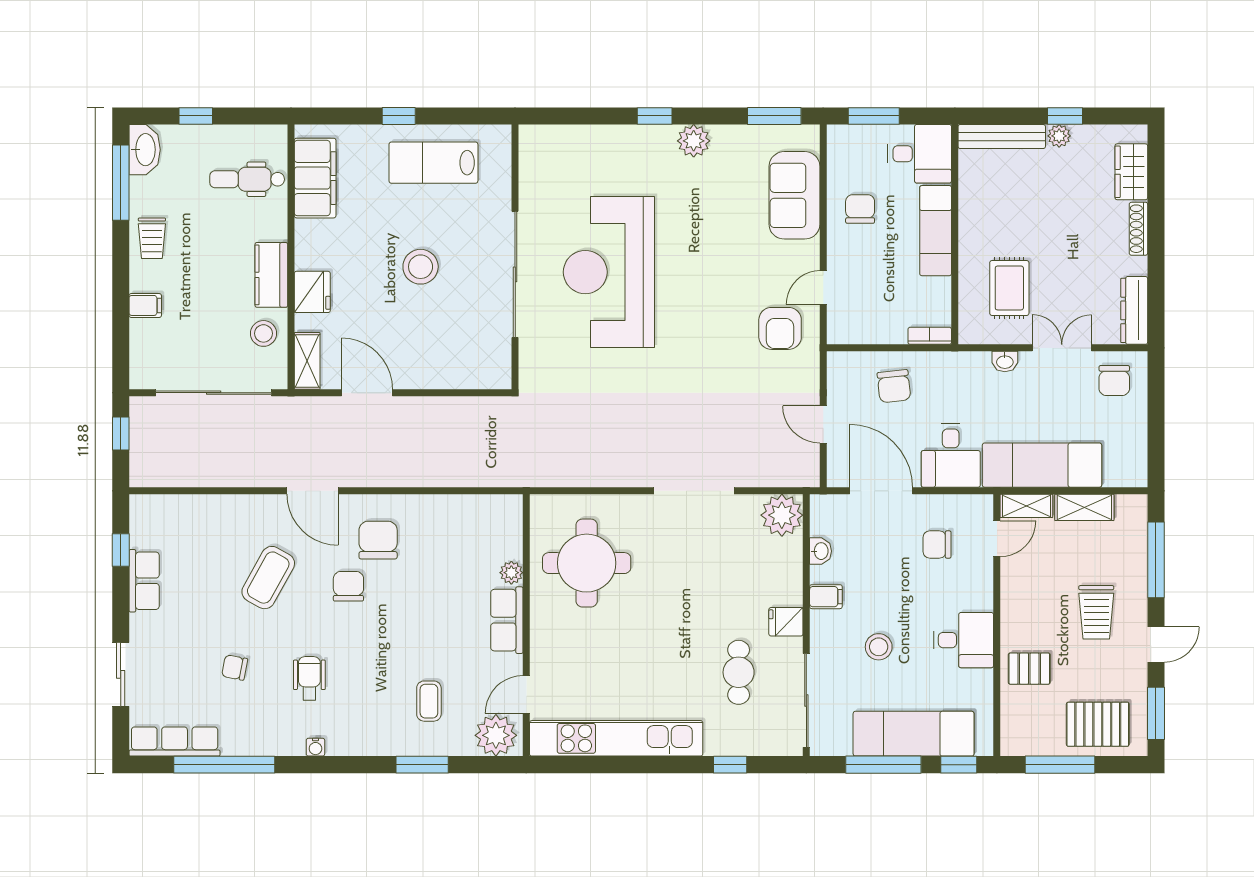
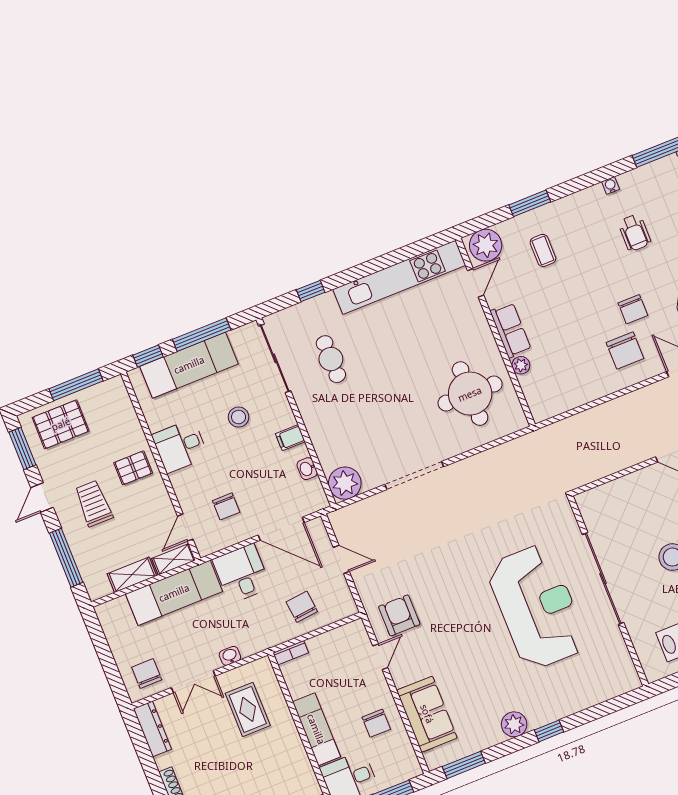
chair: (937, 545) -> (226, 506), turned 90
fridge: (786, 622) -> (312, 408), removed
pallet: (1029, 669) -> (133, 468), moved

